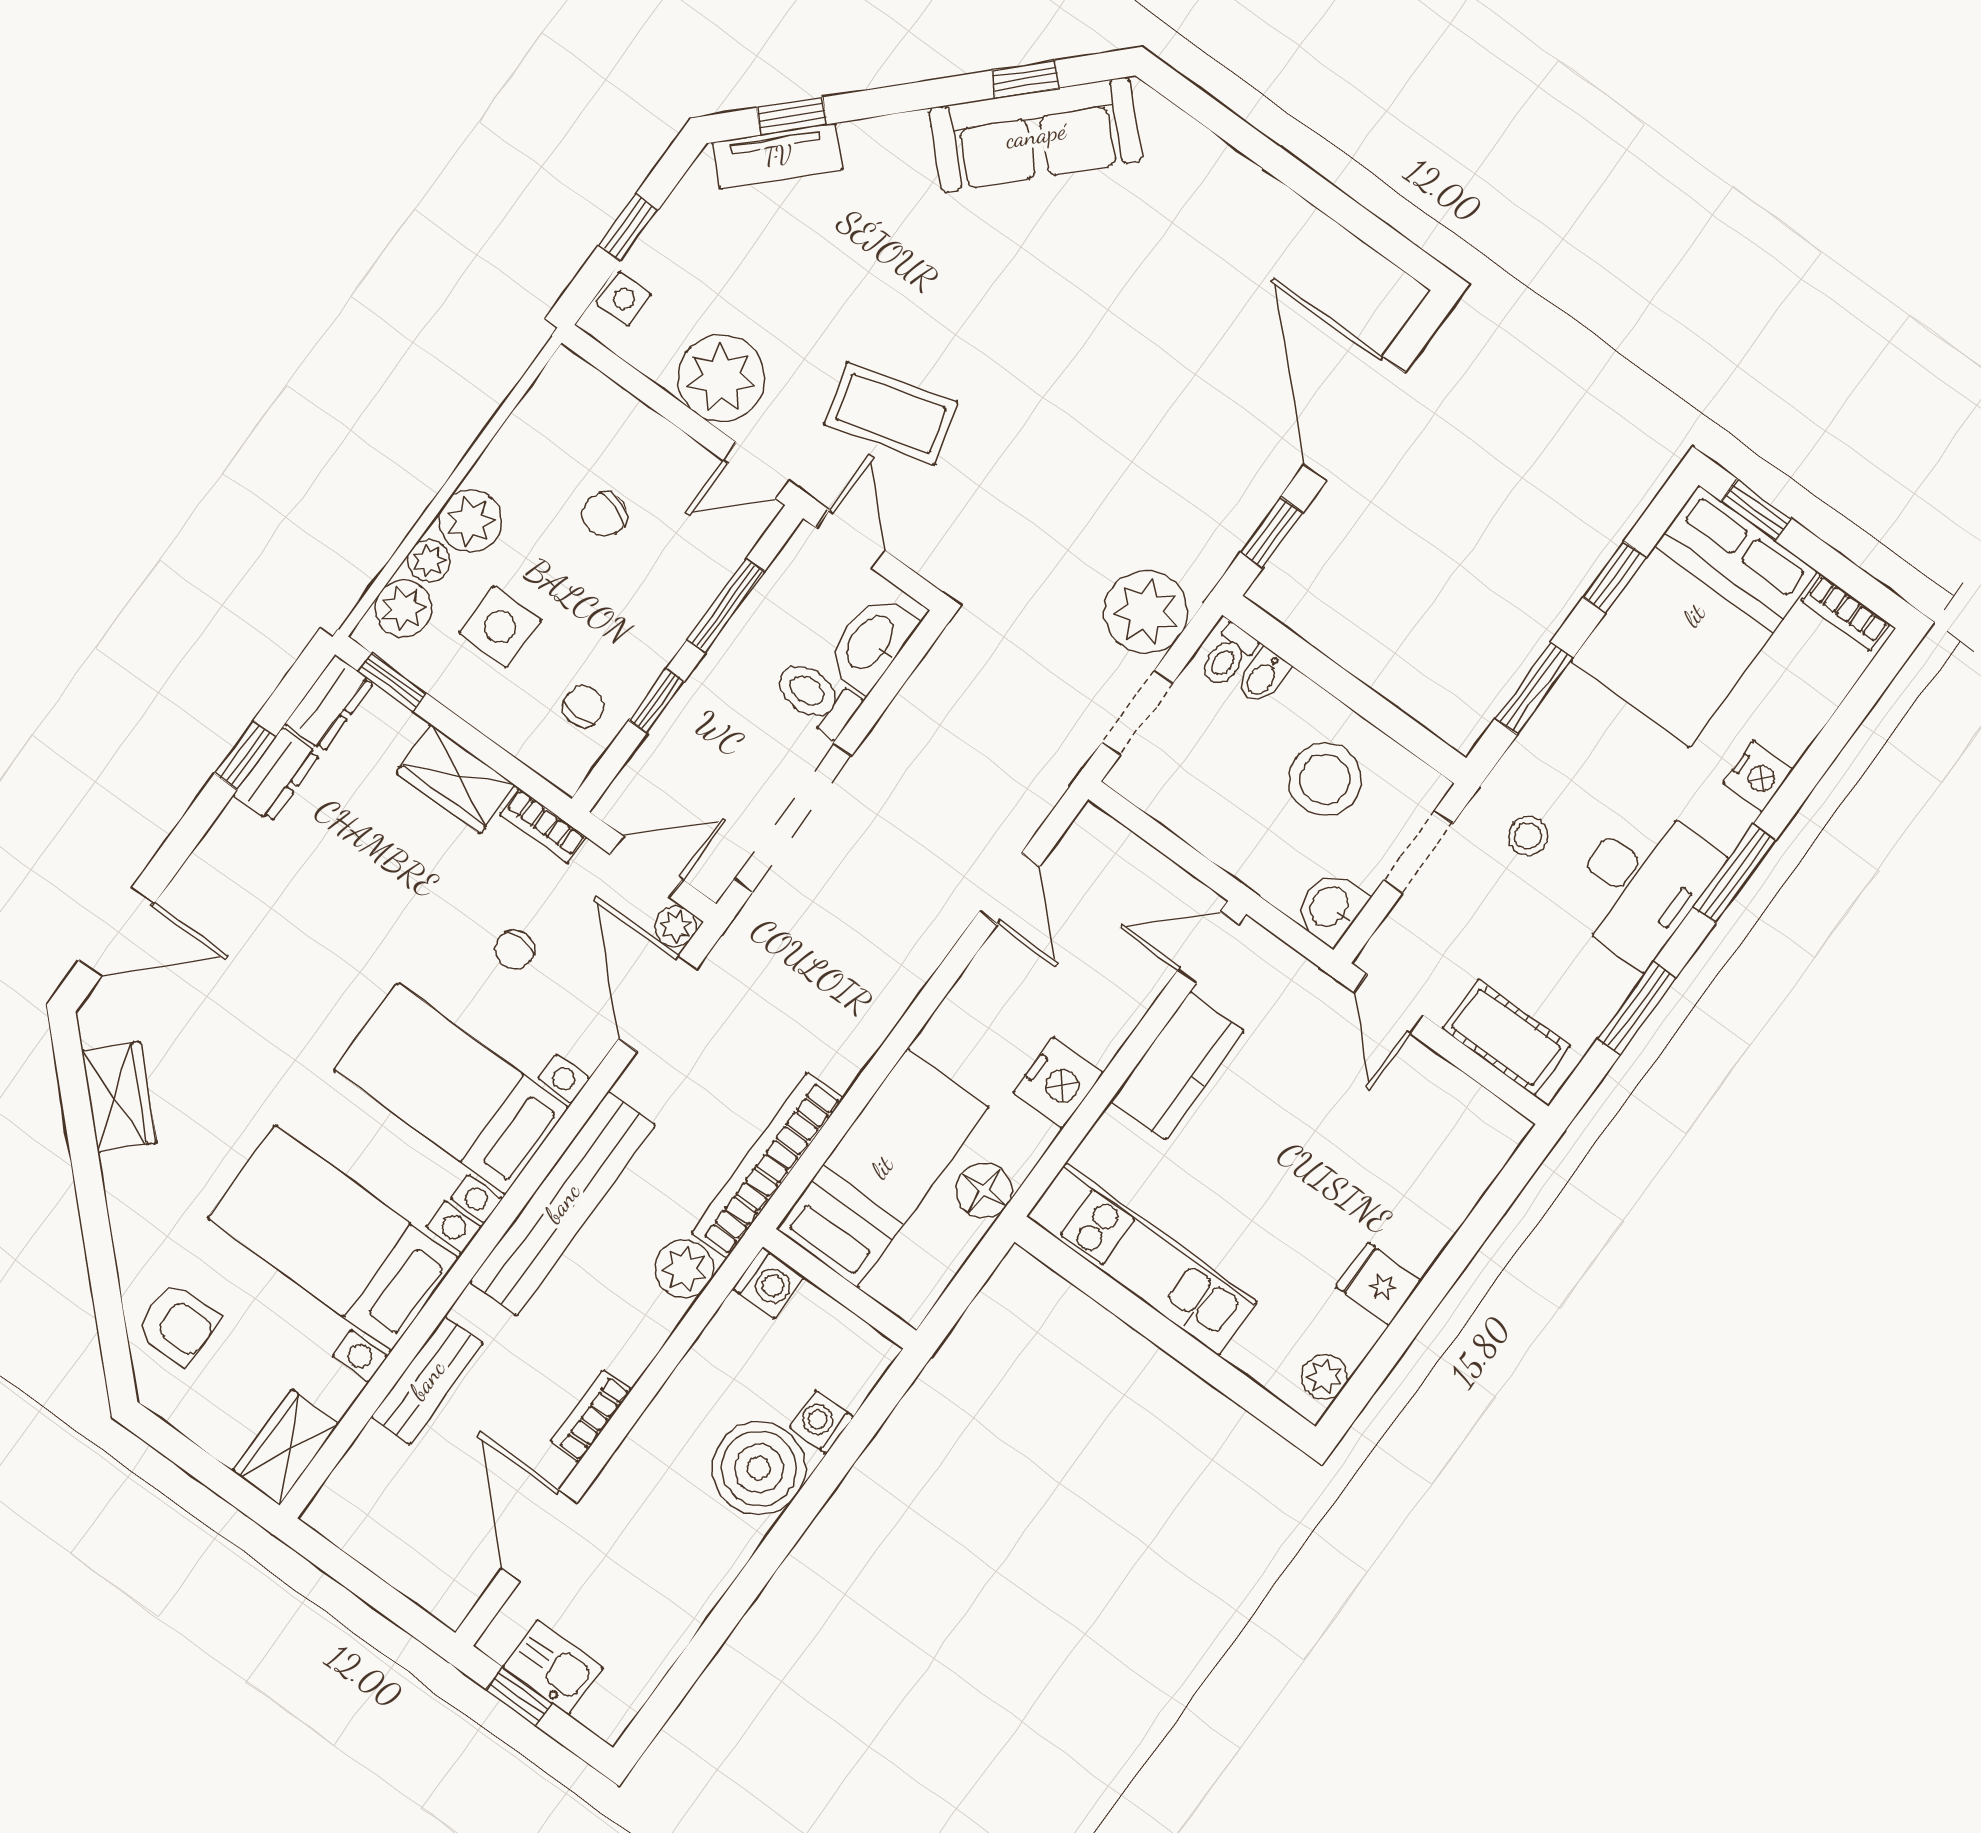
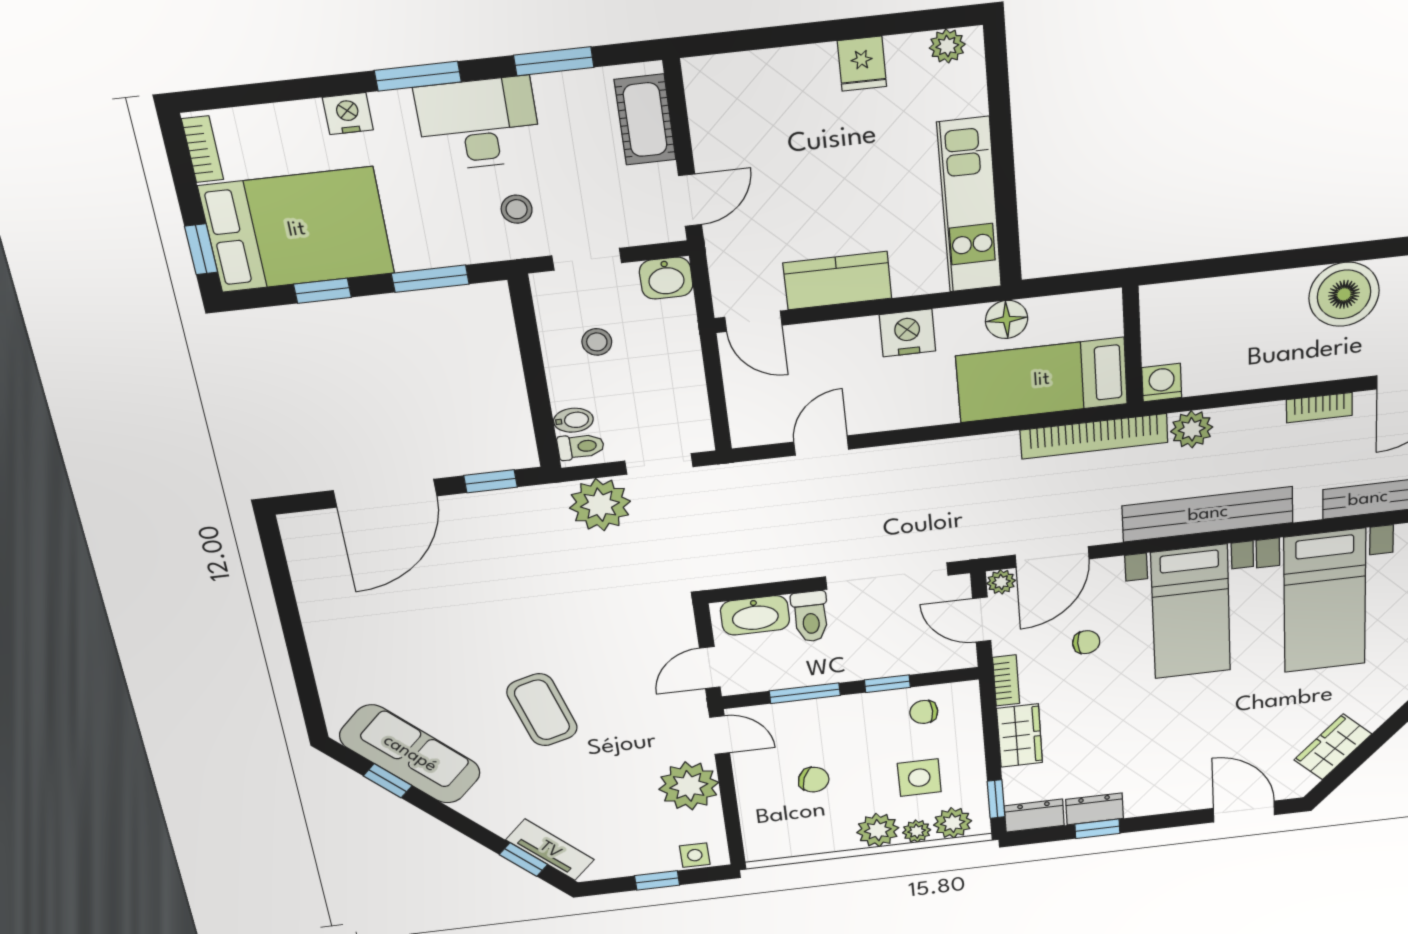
coffee table: (891, 413) -> (542, 710), moved
stool: (1325, 779) -> (597, 342), width x0.53, depth x0.53
washing machine: (821, 1422) -> (1221, 292), removed
boiler: (759, 1468) -> (1344, 294), moved

